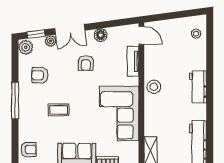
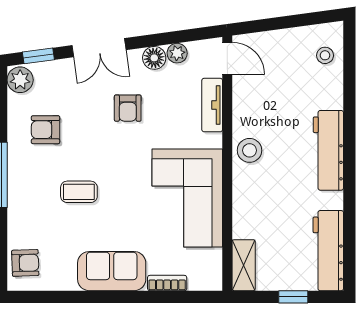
plant: (51, 41) -> (177, 53), moved
workbench: (198, 87) -> (328, 150), width x1.37

